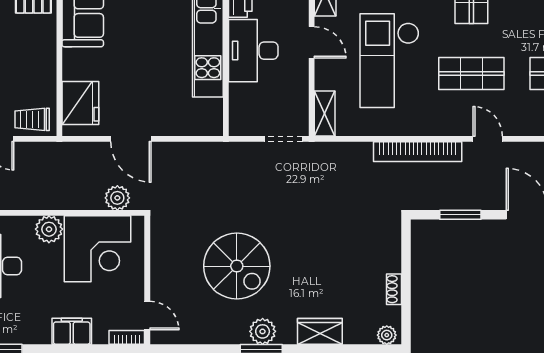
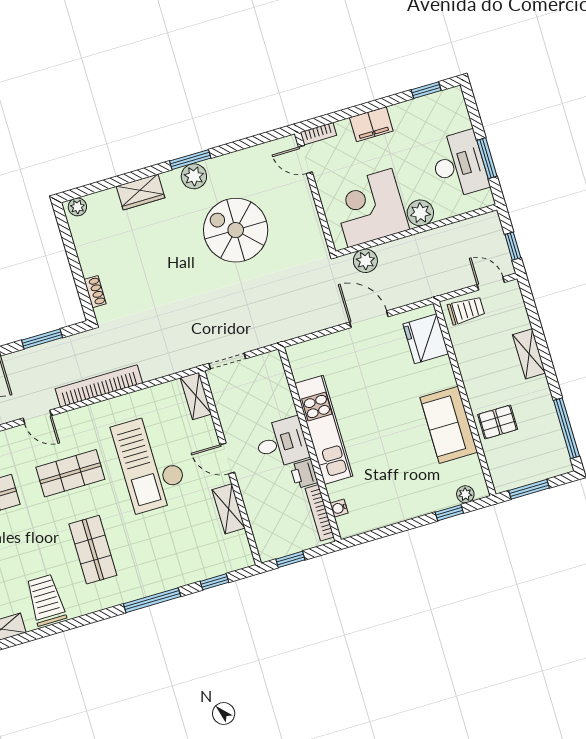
desk: (253, 51) -> (282, 443), width x0.73
checkout: (389, 61) -> (150, 463), turned 180
shoe rack: (394, 289) -> (95, 292), moved

